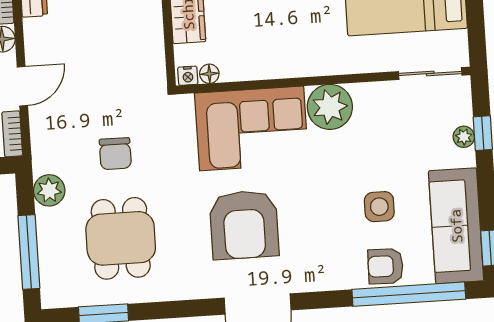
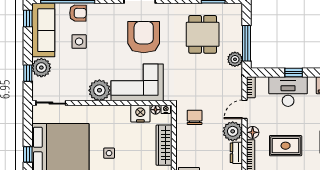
plant: (44, 39) -> (233, 131), added
nightstand: (241, 63) -> (140, 114), added
plant: (464, 137) -> (41, 68), width x1.88, depth x1.88
chair: (115, 154) -> (195, 117), moved
window: (29, 252) -> (247, 43), moved

